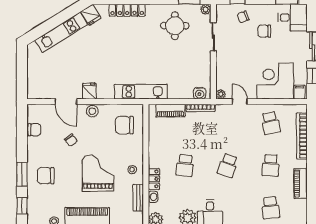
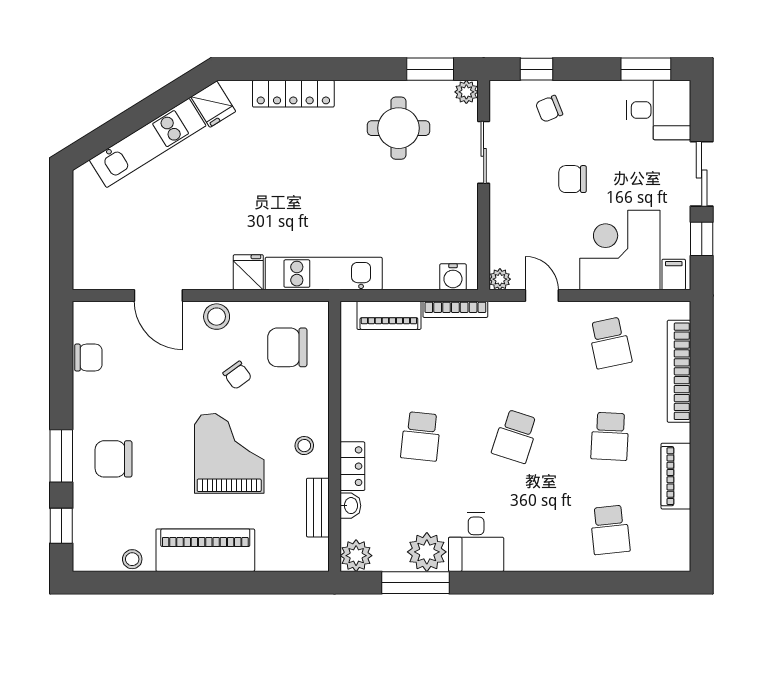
chair: (264, 31) -> (573, 179), moved
fridge: (89, 91) -> (248, 272), moved
chair: (71, 140) -> (237, 375), moved

